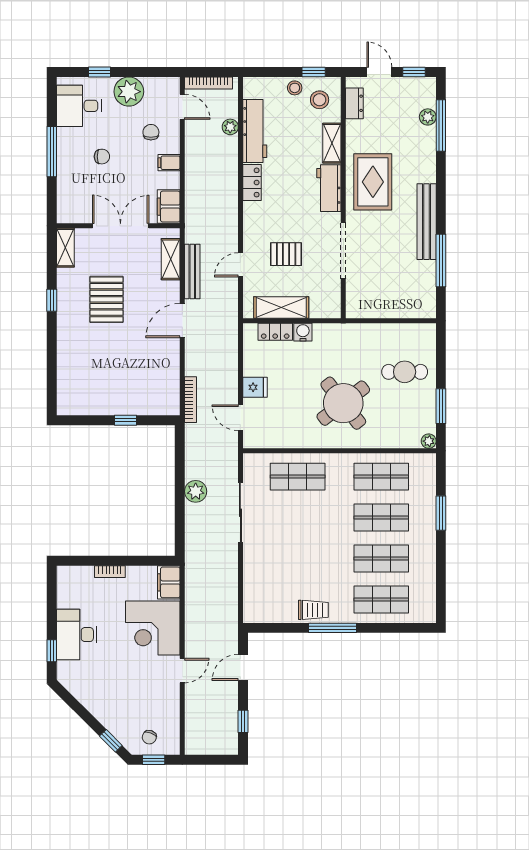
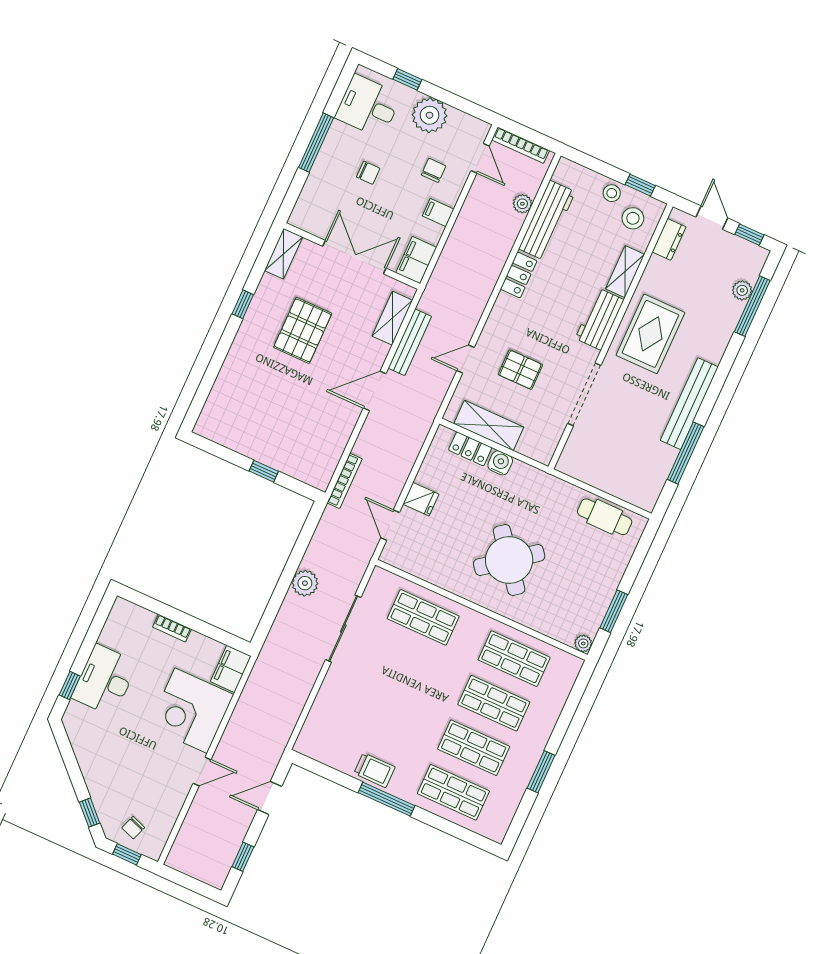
cafe table: (405, 372) -> (605, 517), moved
window: (441, 513) -> (541, 772), moved

